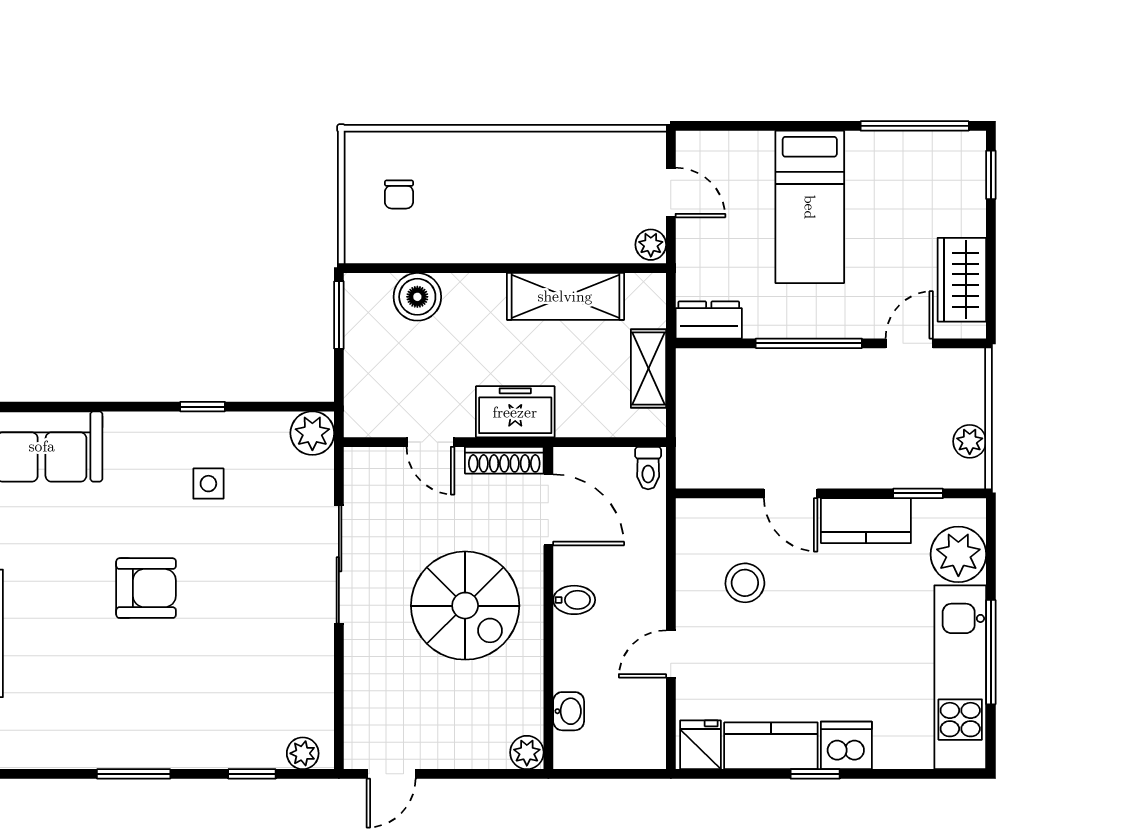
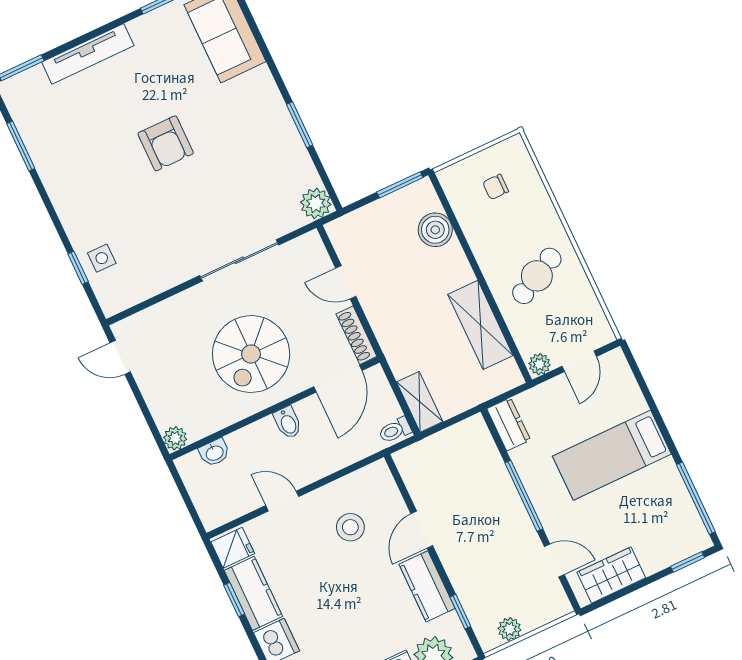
cafe table: (537, 195) -> (537, 276), added
shelving: (648, 368) -> (420, 402), moved, turned 90
window: (203, 407) -> (300, 125), width x1.50
freezer: (515, 412) -> (391, 328), removed
door: (430, 442) -> (346, 282), hinge flipped
side table: (208, 484) -> (102, 258), moved
plant: (303, 753) -> (107, 294), removed
window: (134, 774) -> (21, 146), moved
window: (815, 774) -> (234, 600), moved

